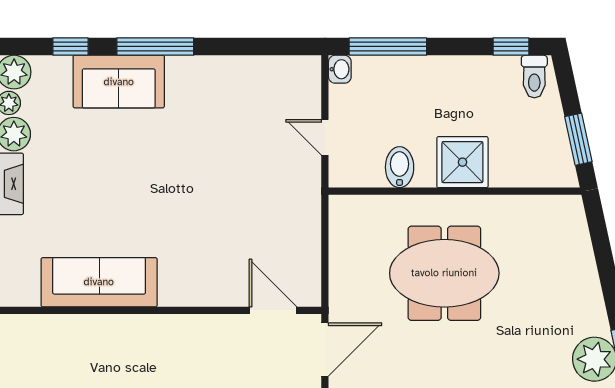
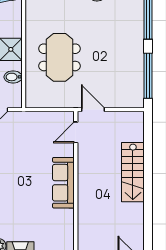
sofa: (99, 282) -> (63, 183), moved

